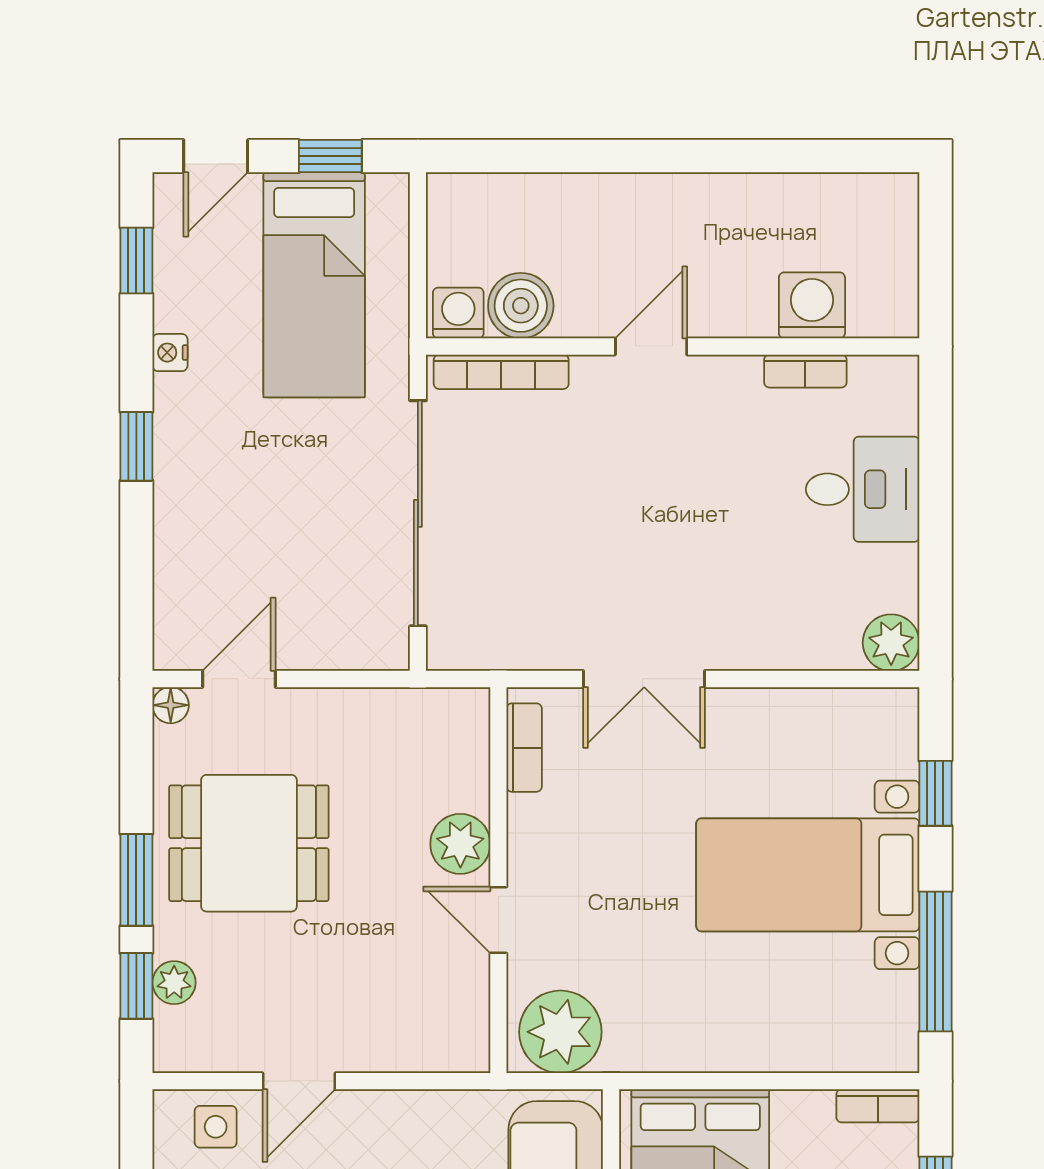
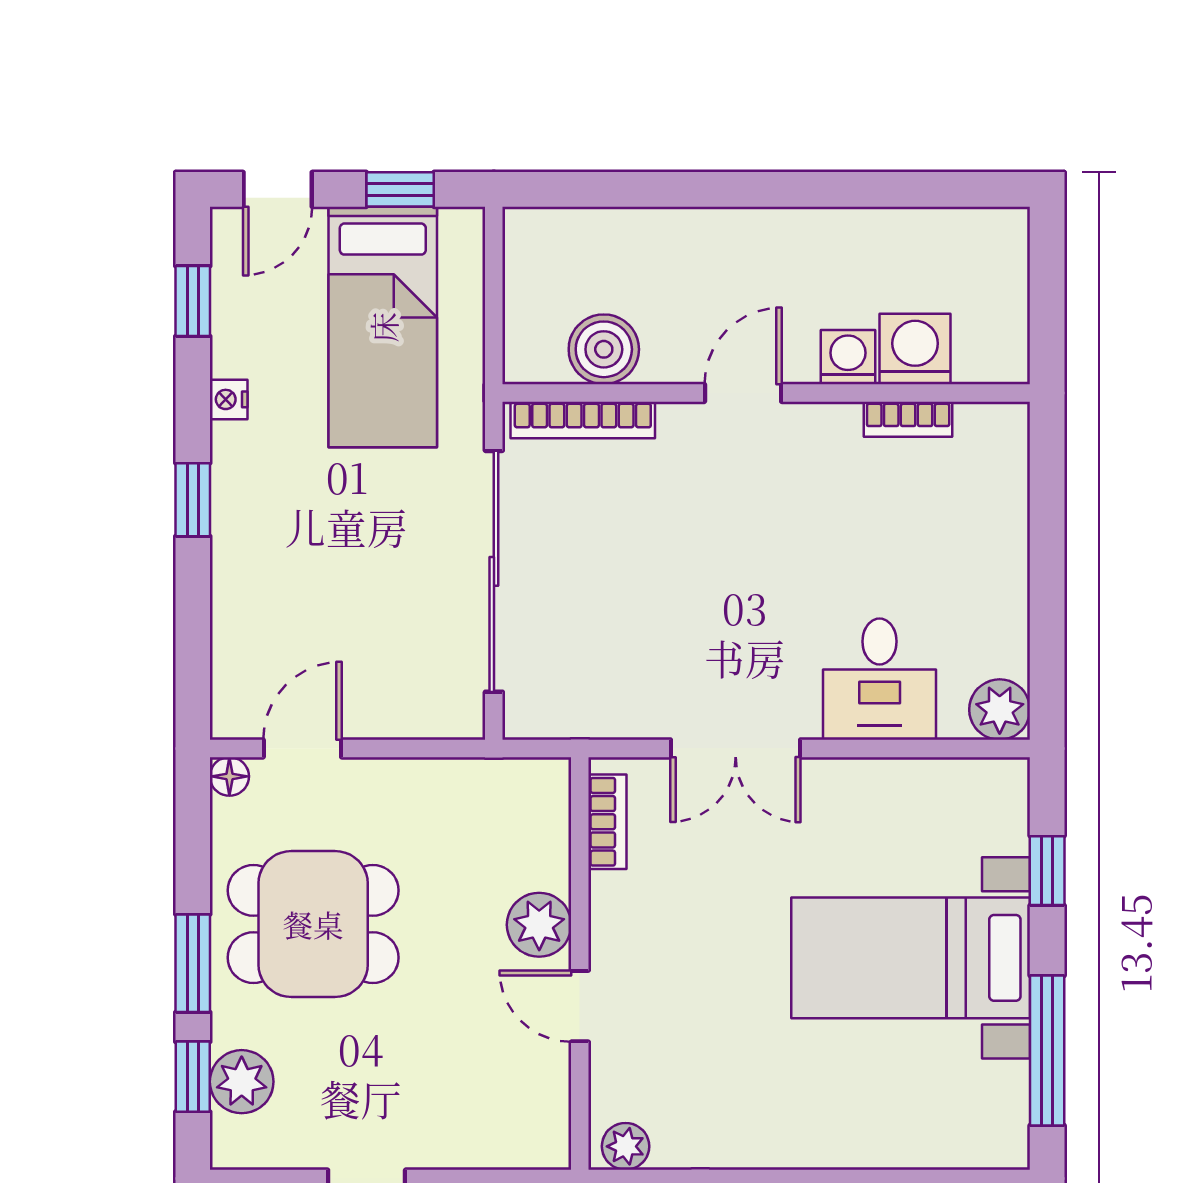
washing machine: (458, 313) -> (848, 357), moved
desk: (863, 489) -> (880, 679), moved, turned 90
plant: (174, 983) -> (242, 1082), width x1.38, depth x1.38
plant: (560, 1032) -> (626, 1146), width x0.53, depth x0.53

